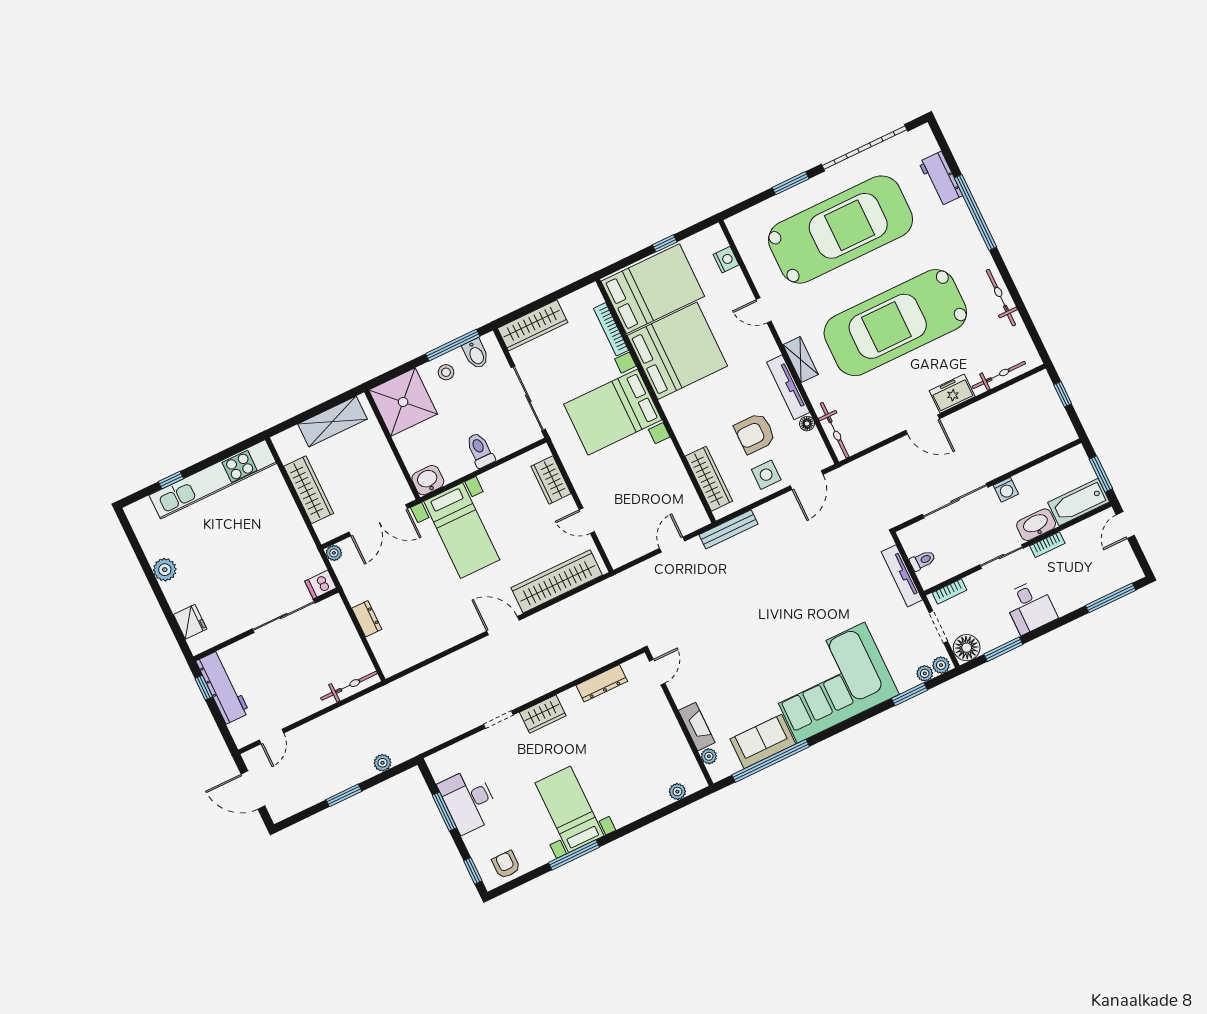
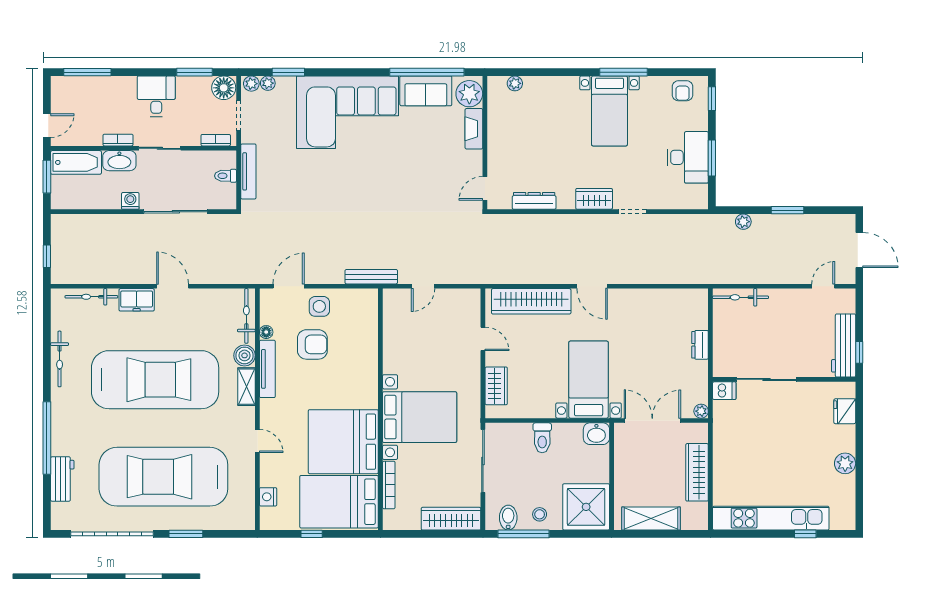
boiler: (817, 390) -> (245, 355), added
wardrobe: (709, 479) -> (367, 325), removed
plant: (709, 756) -> (469, 94), width x1.88, depth x1.88

